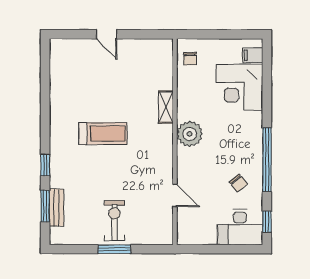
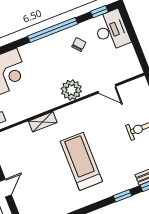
treadmill: (103, 134) -> (81, 161), width x1.37, depth x1.38
plant: (190, 134) -> (71, 90), moved
door: (175, 196) -> (107, 89), swing flipped

